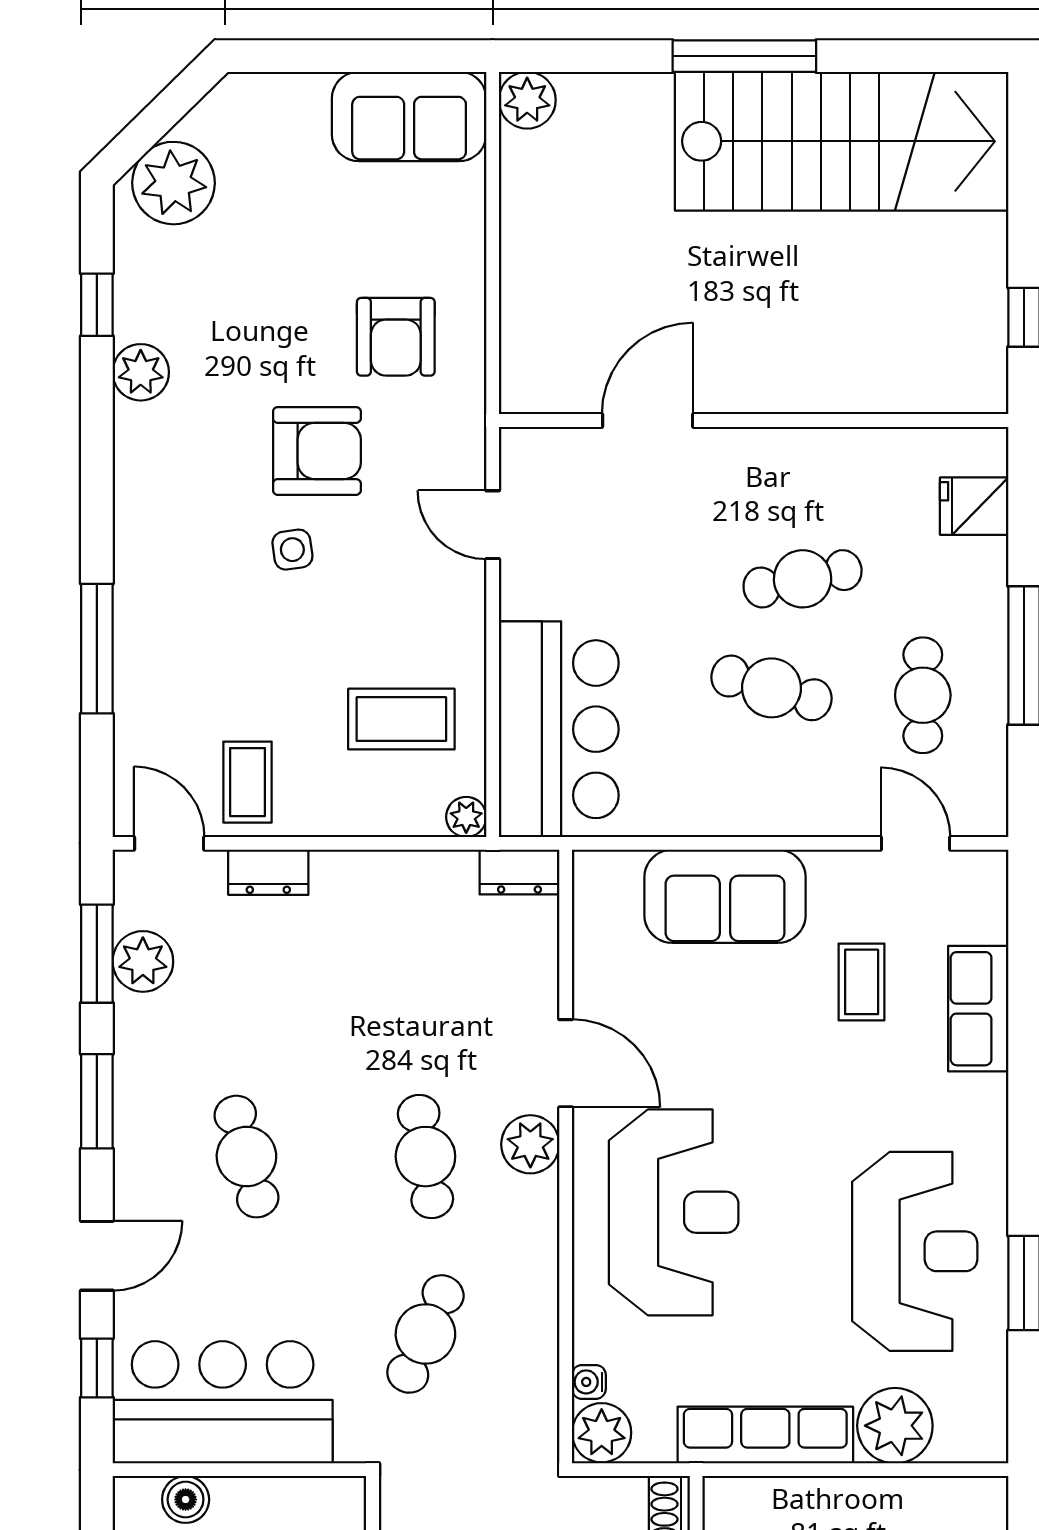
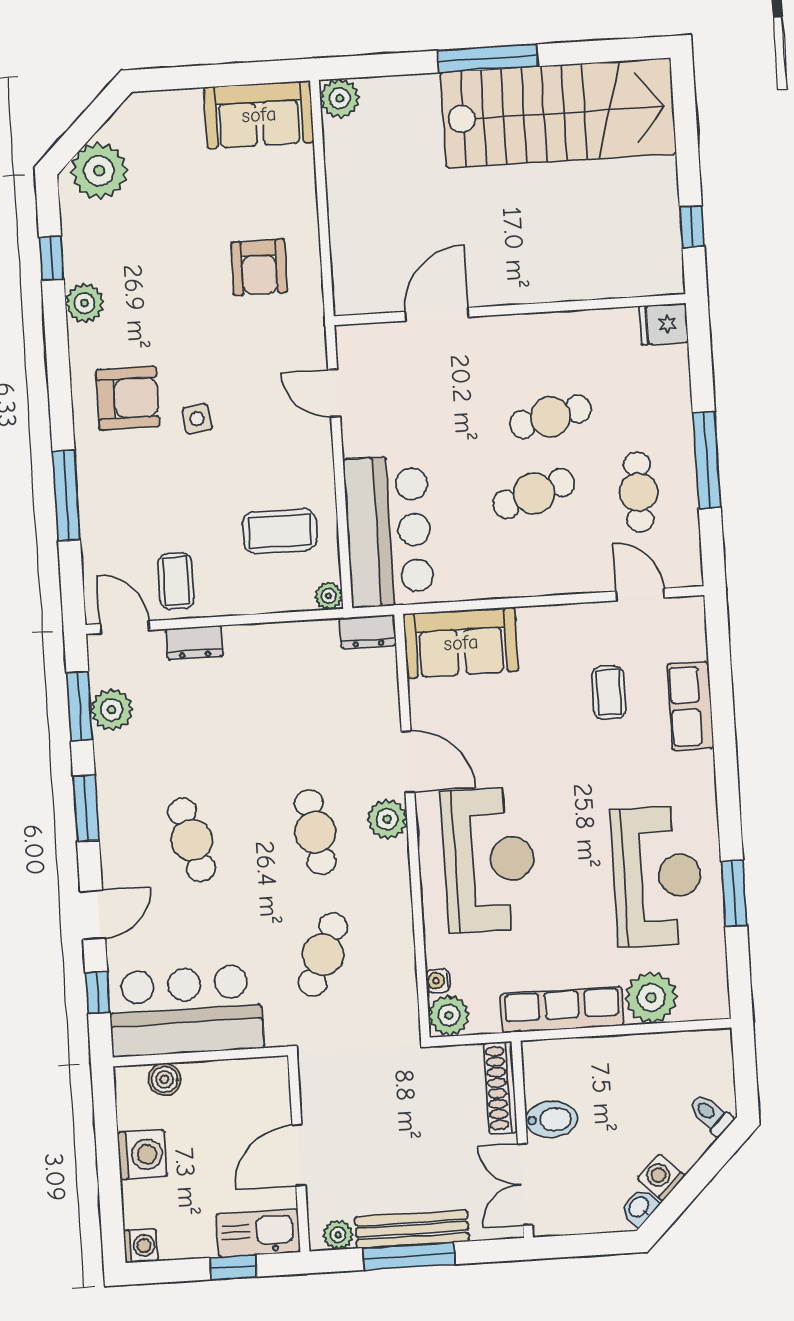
armchair: (317, 451) -> (128, 398), moved
fridge: (974, 506) -> (664, 324), moved
cafe table: (771, 688) -> (534, 493), turned -34
sofa: (725, 896) -> (461, 643), moved

